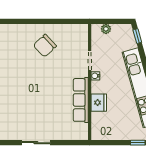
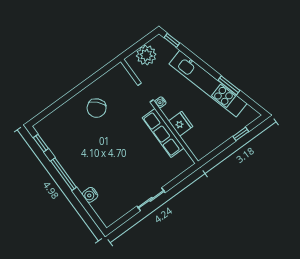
plant: (106, 29) -> (146, 55), width x1.88, depth x1.88

